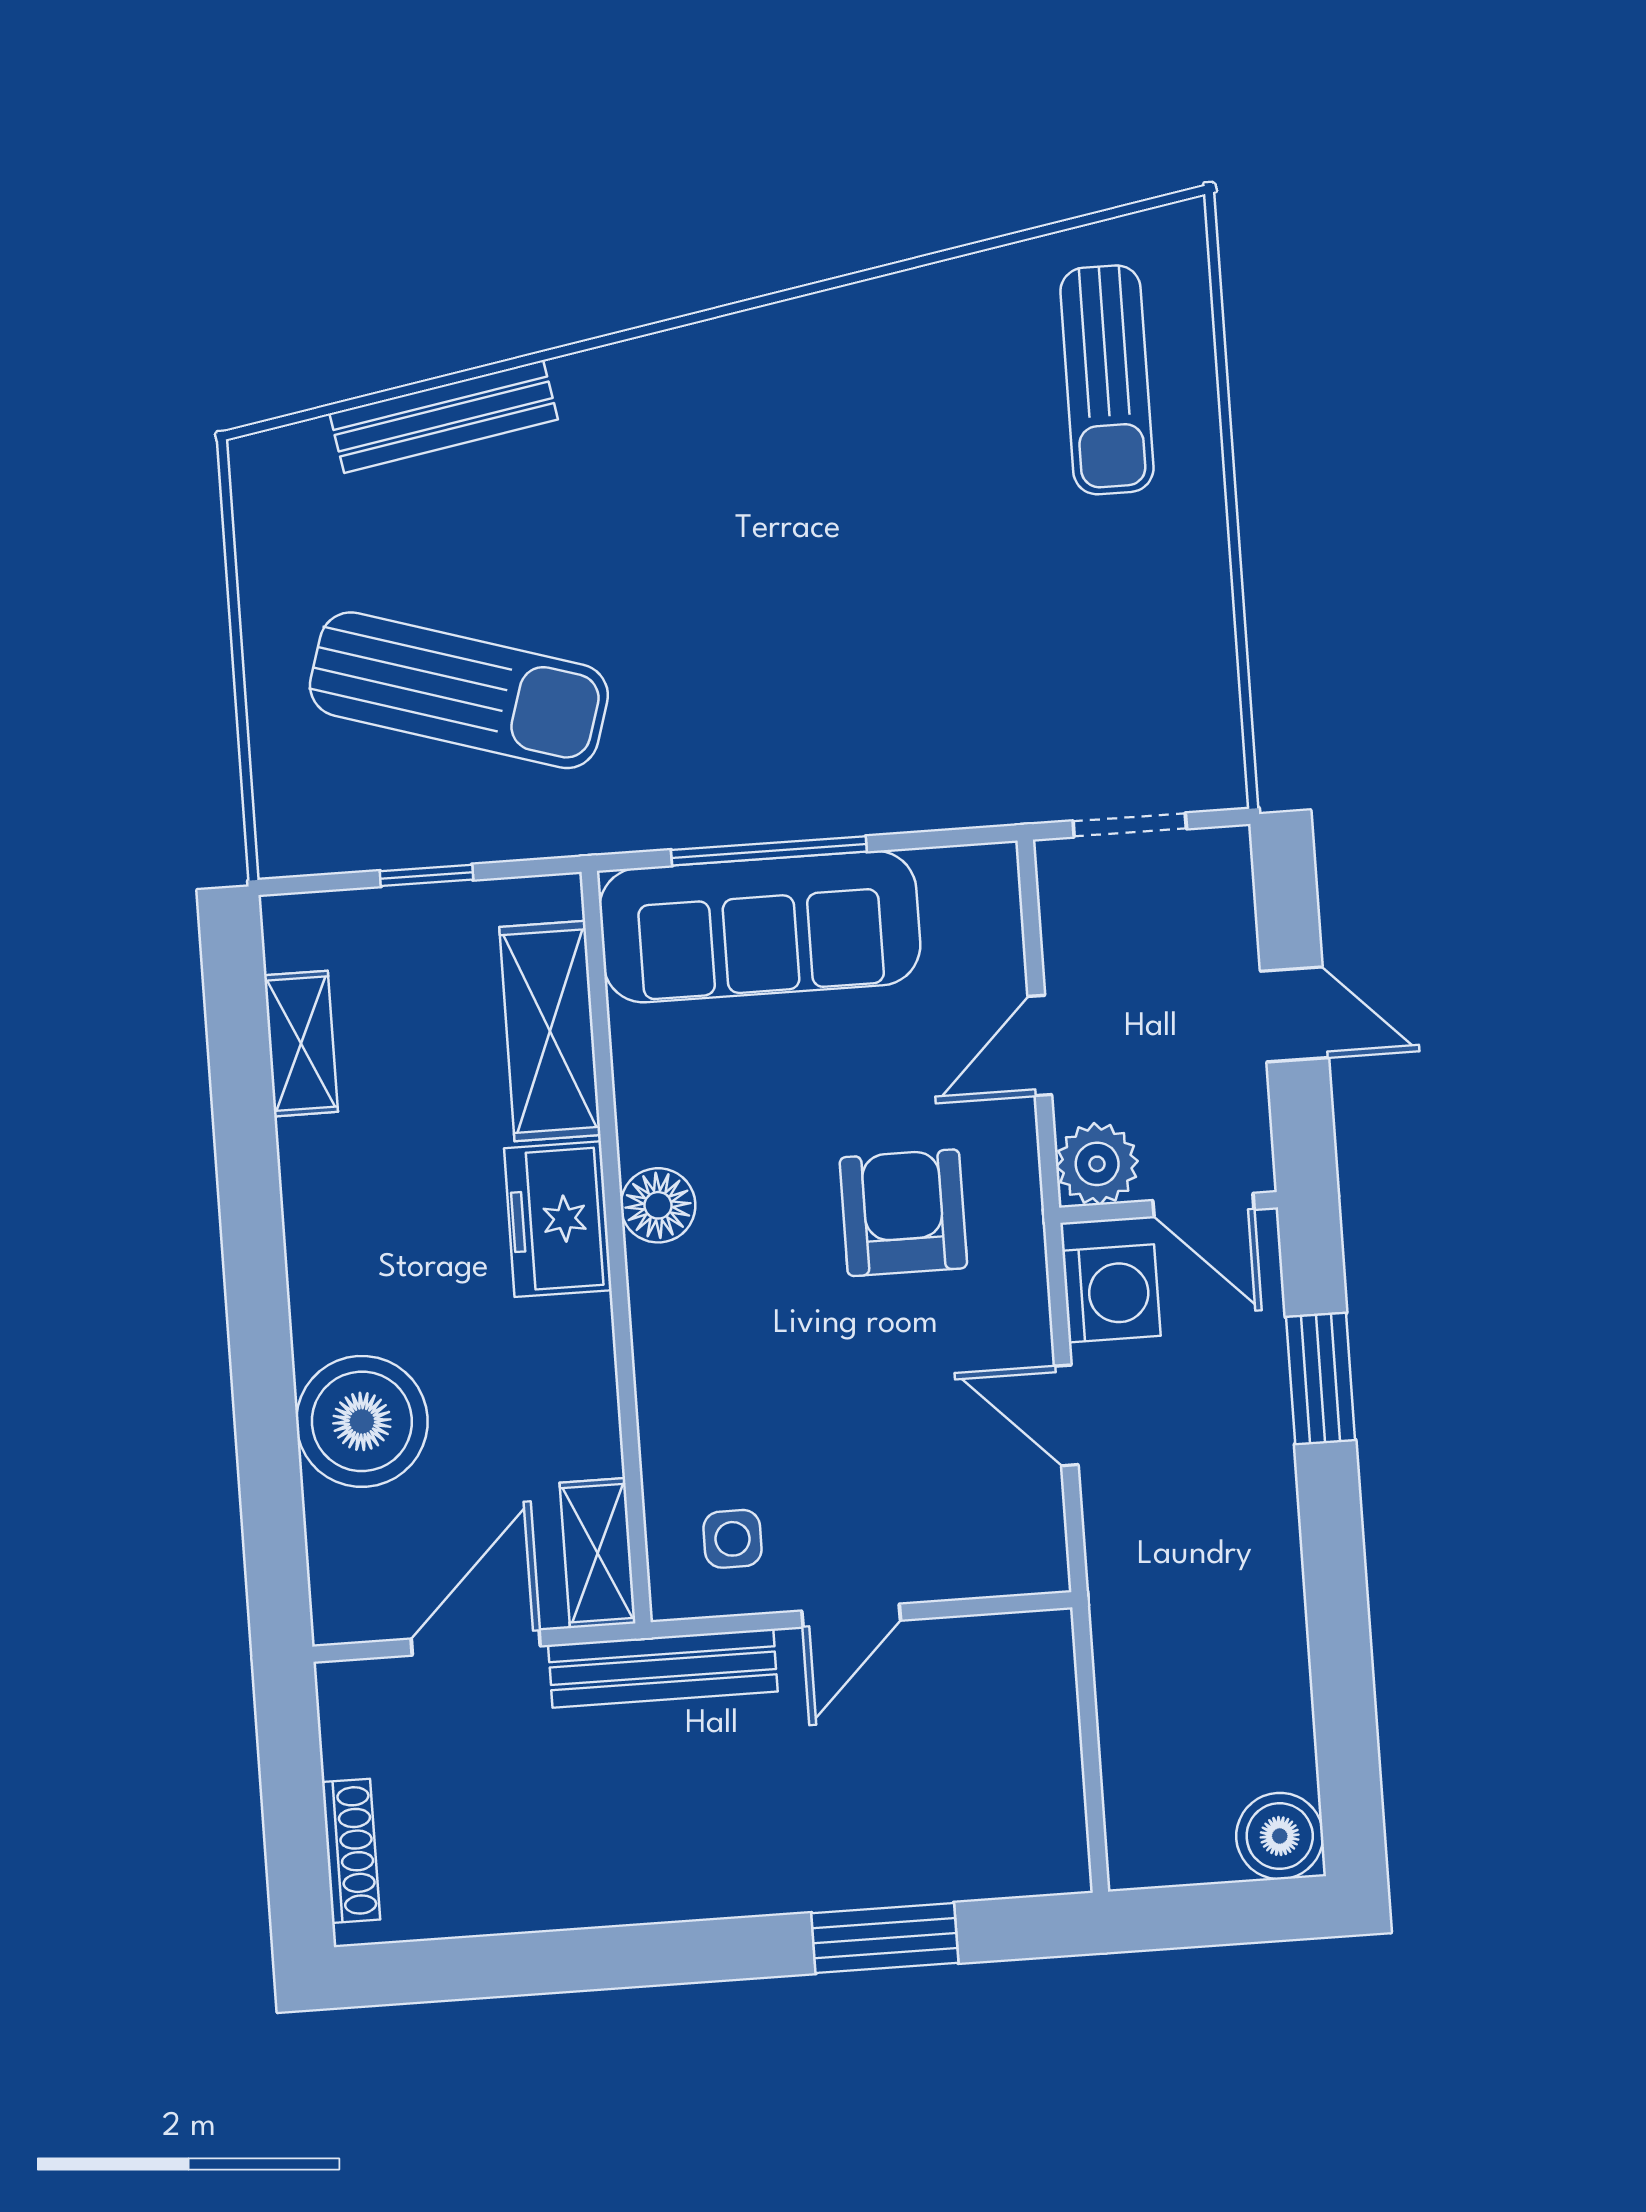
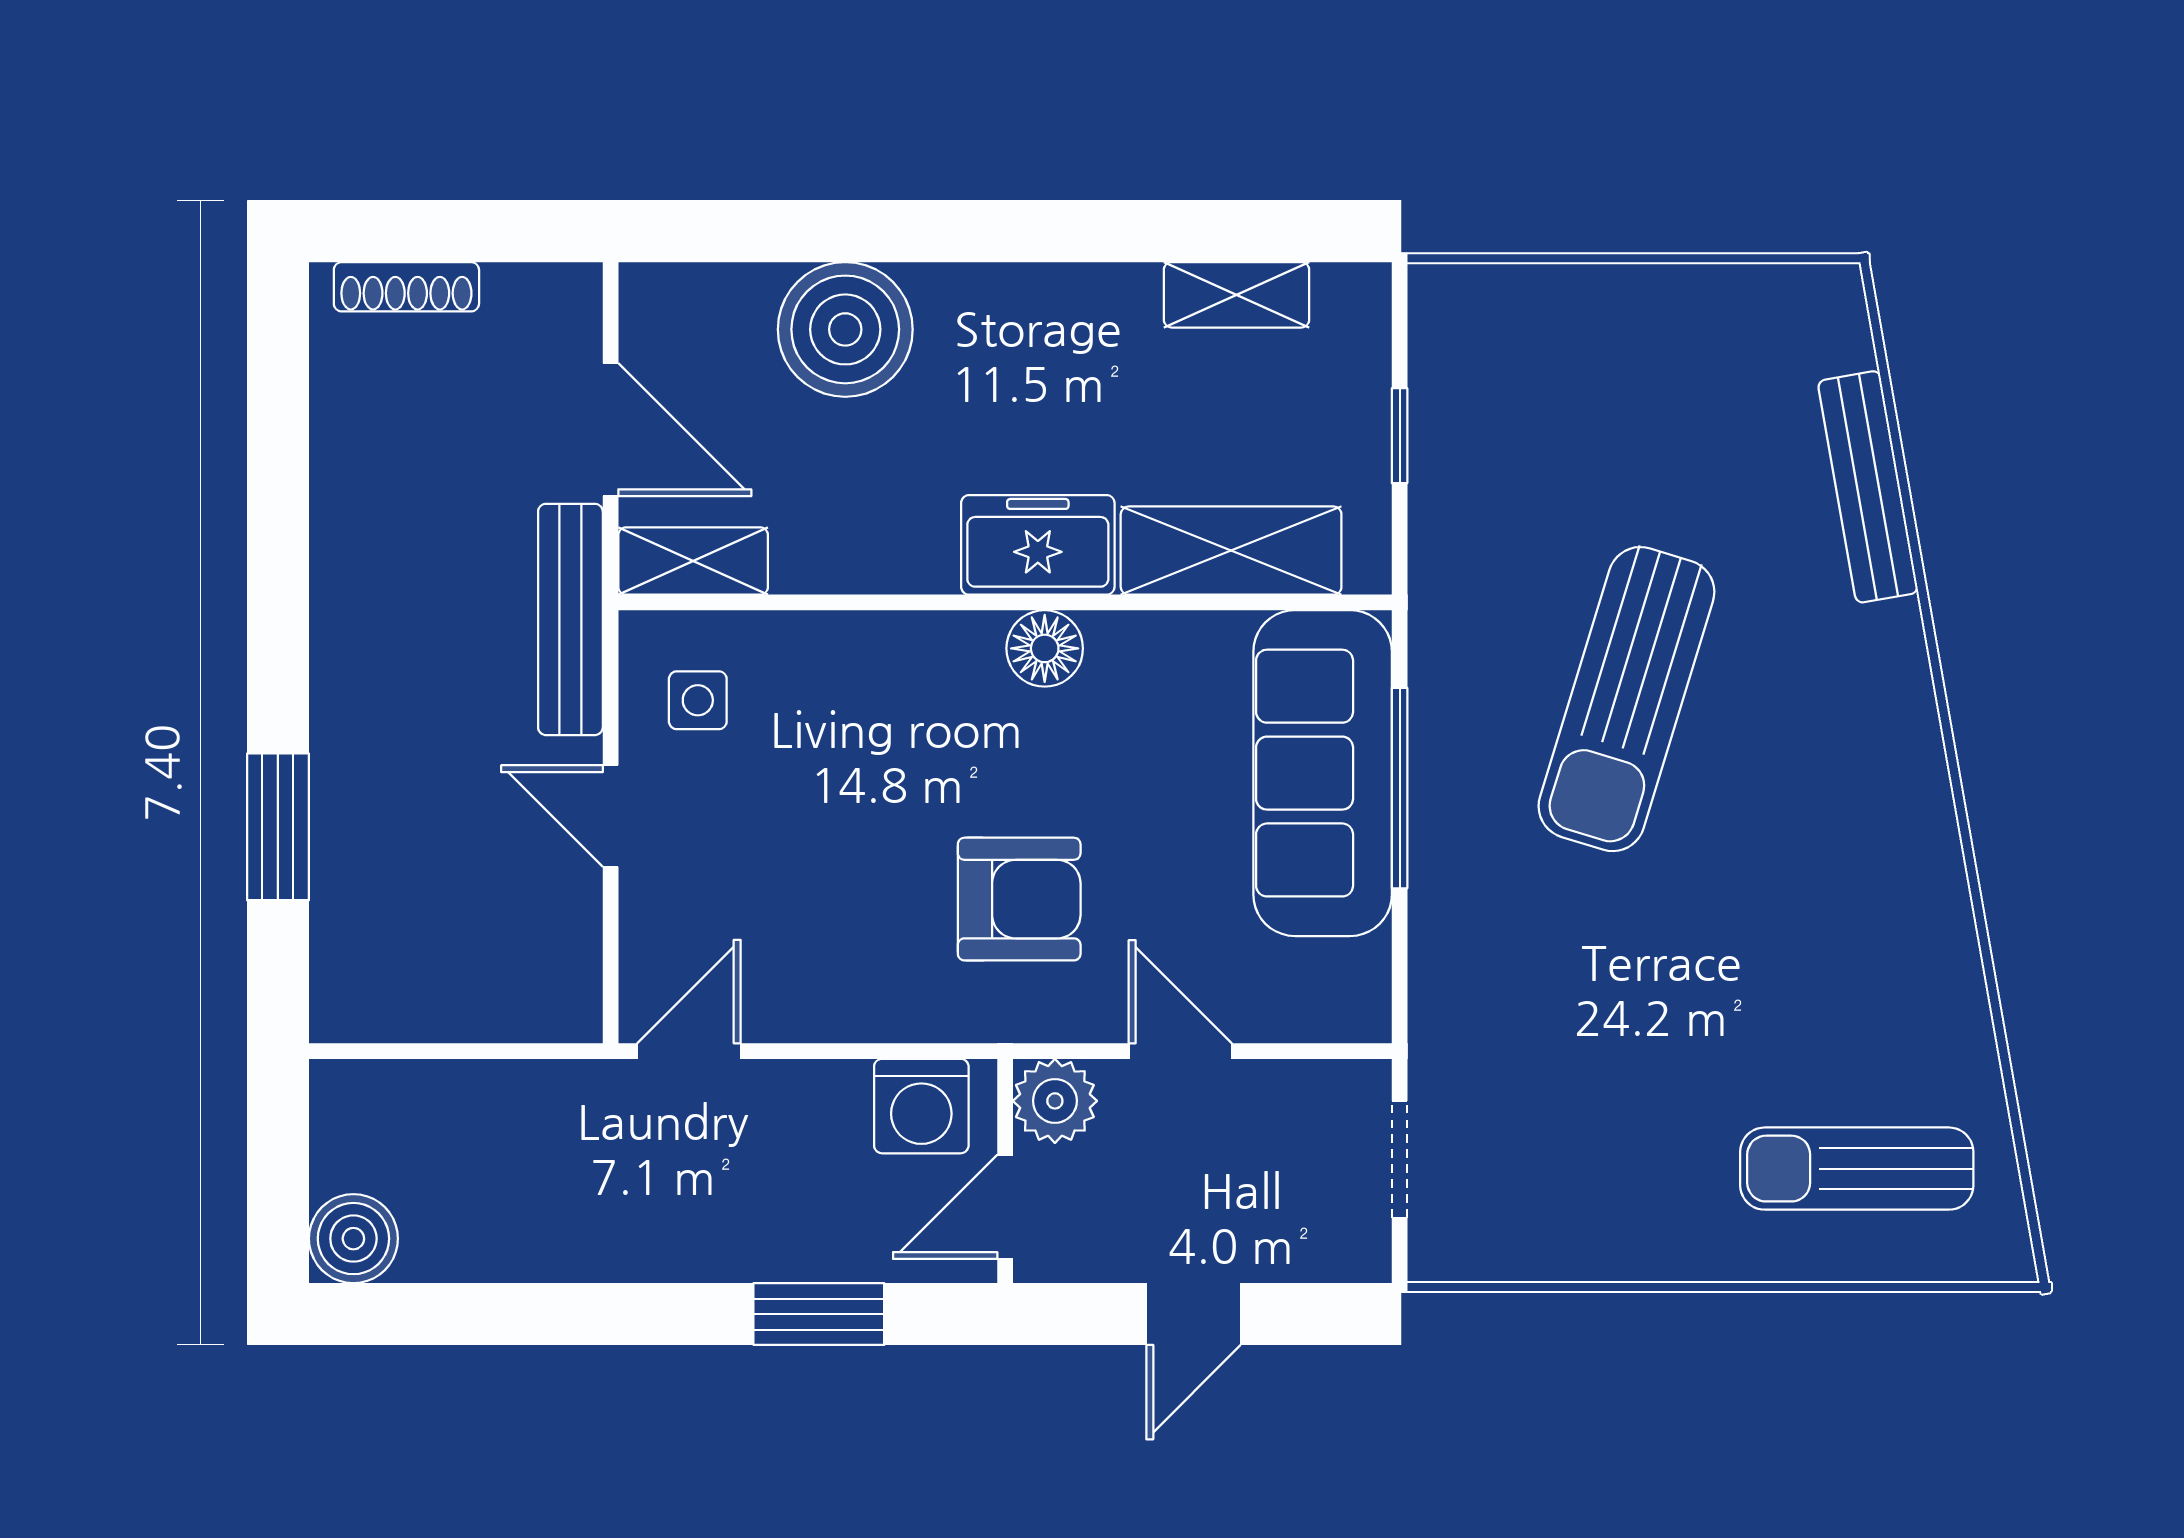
sun lounger: (459, 690) -> (1626, 699), moved
door: (1066, 1415) -> (689, 1051), moved

